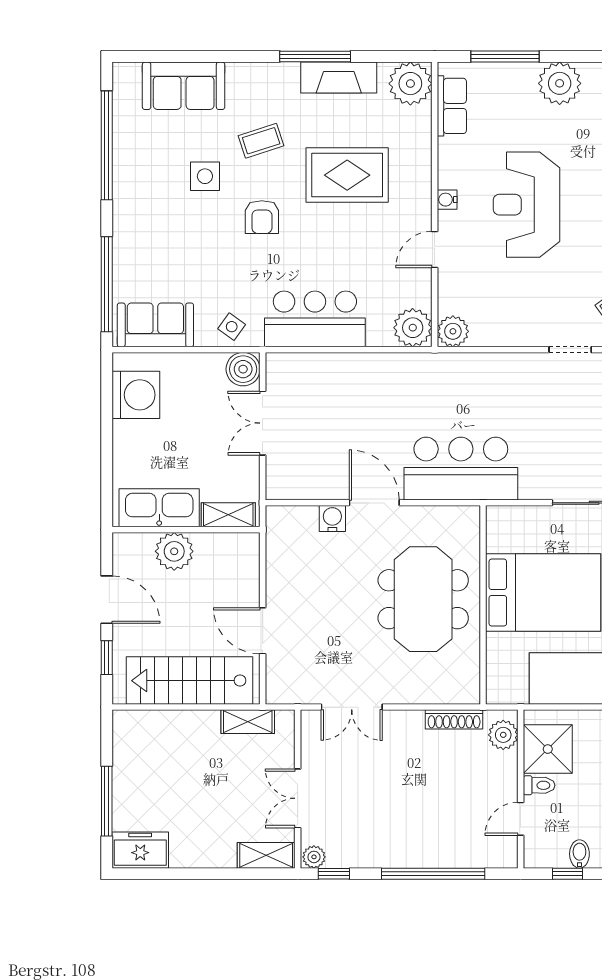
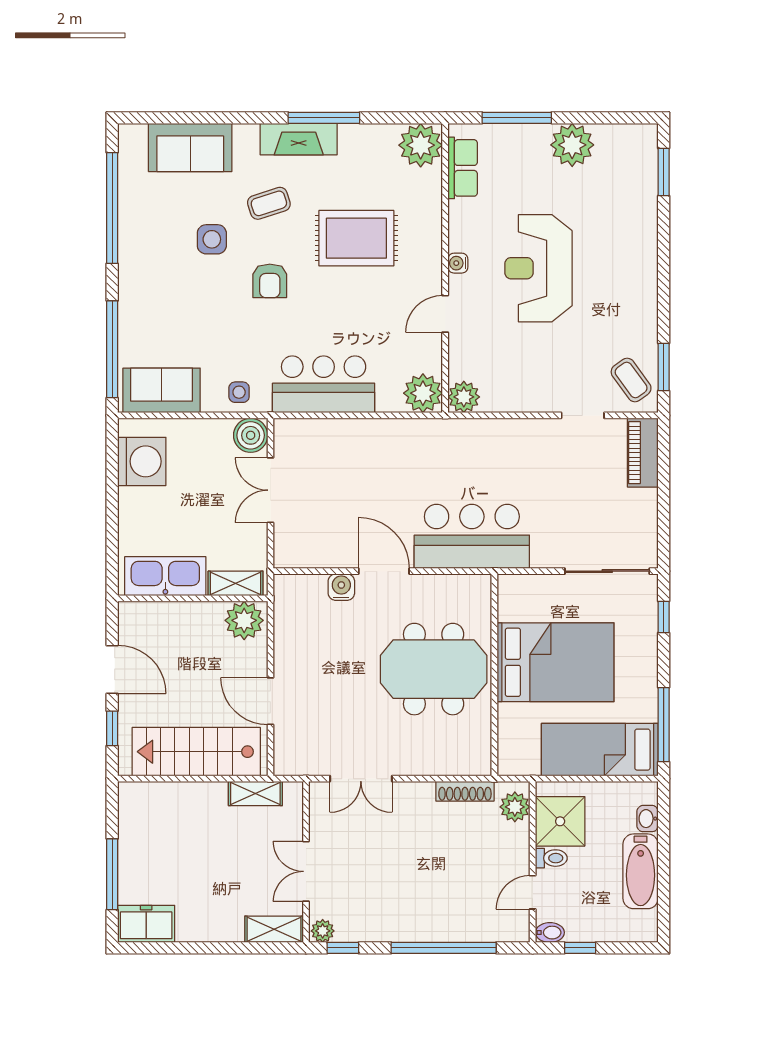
fireplace: (339, 78) -> (299, 139), moved
side table: (232, 327) -> (239, 392), turned -36
plant: (174, 551) -> (244, 620), moved
meeting table: (423, 599) -> (434, 669), turned 90
bidet: (579, 854) -> (550, 933), moved, turned 90

